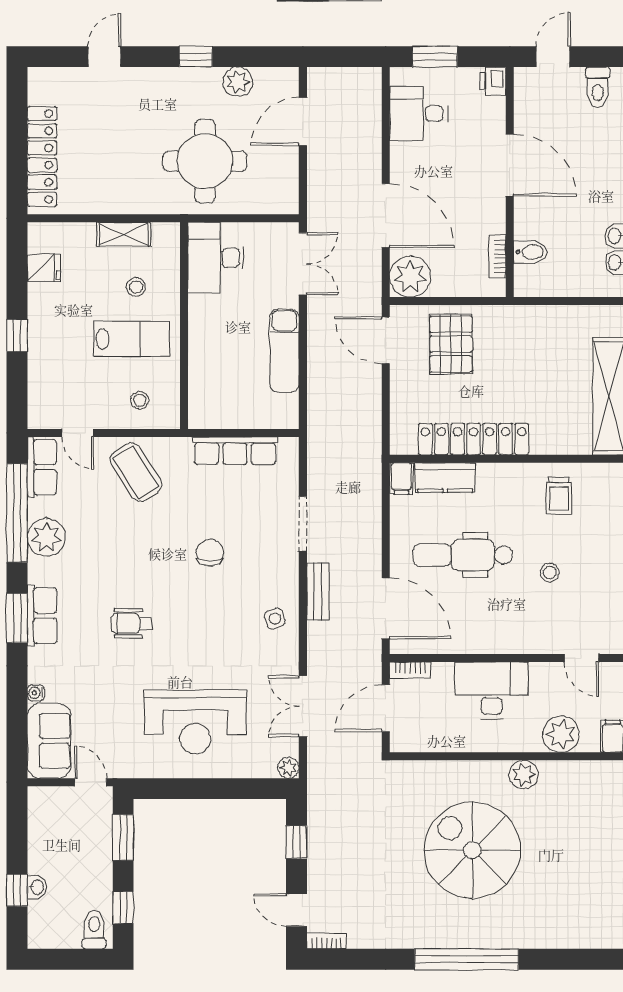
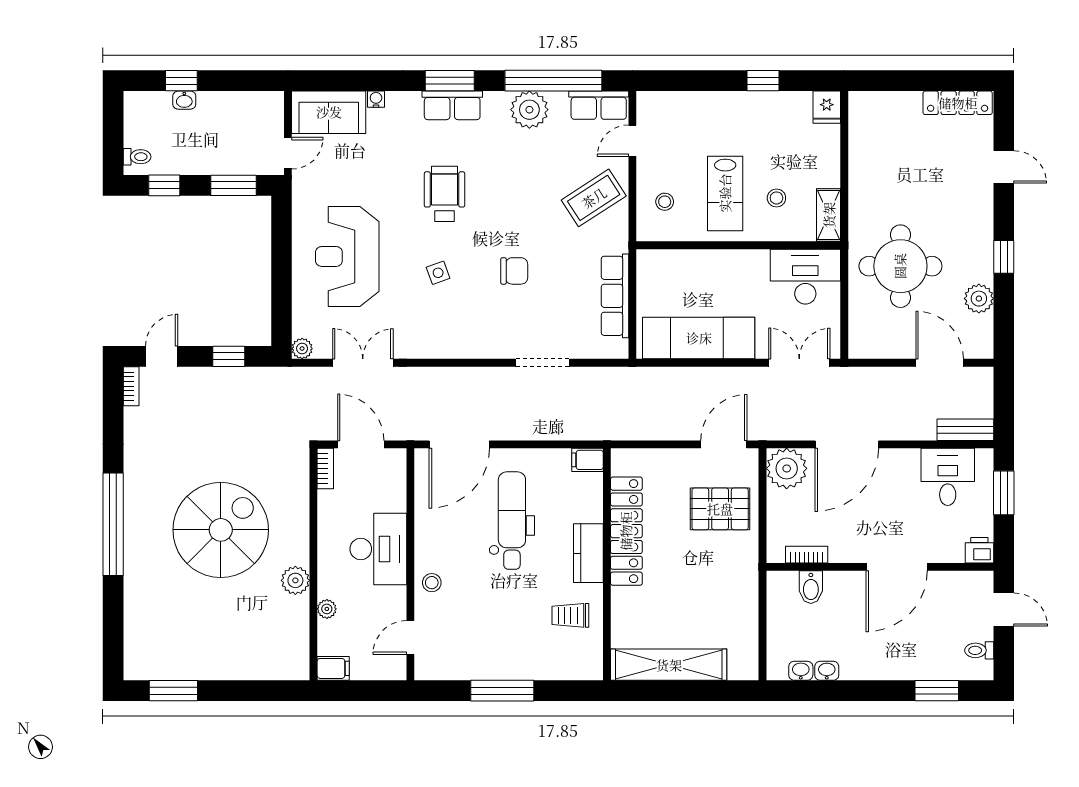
toilet: (598, 87) -> (979, 650), width x0.73, depth x0.72
locker: (42, 157) -> (958, 103), moved, width x0.71, depth x0.83
shelving: (124, 234) -> (829, 215), moved
double door: (303, 264) -> (799, 363), swing flipped
fridge: (44, 268) -> (827, 107), moved
window: (17, 336) -> (763, 81), moved
exam couch: (284, 351) -> (699, 338), width x1.36, depth x1.45
kitchen counter: (445, 478) -> (588, 553), moved
stool: (550, 573) -> (432, 583), moved
bench: (318, 591) -> (965, 430), moved
side table: (275, 619) -> (438, 273), moved
wheelchair: (132, 623) -> (445, 194), width x1.36, depth x1.37
bookcase: (410, 670) -> (325, 469), moved, turned 180
plant: (561, 734) -> (327, 609), width x0.53, depth x0.53
toilet: (94, 930) -> (137, 157), width x0.73, depth x0.72

